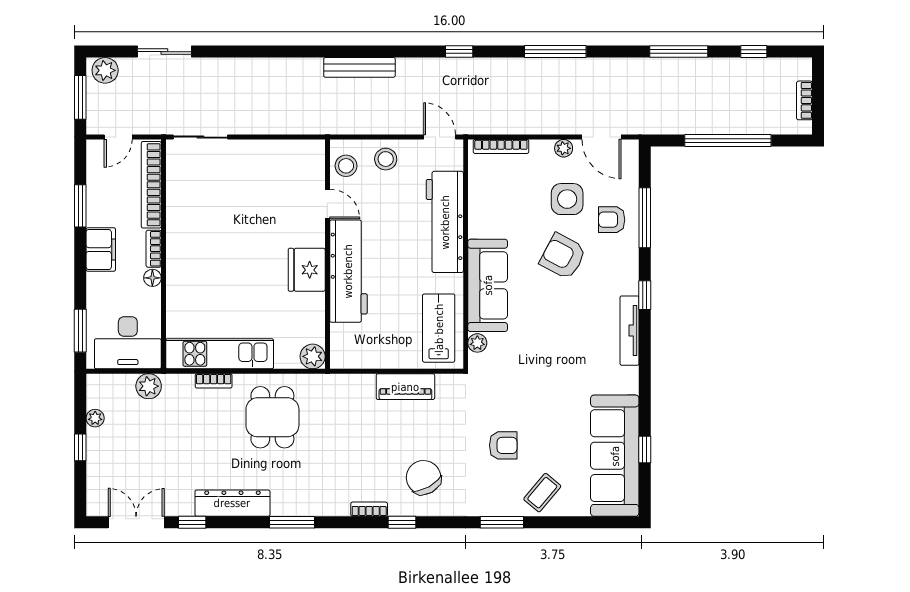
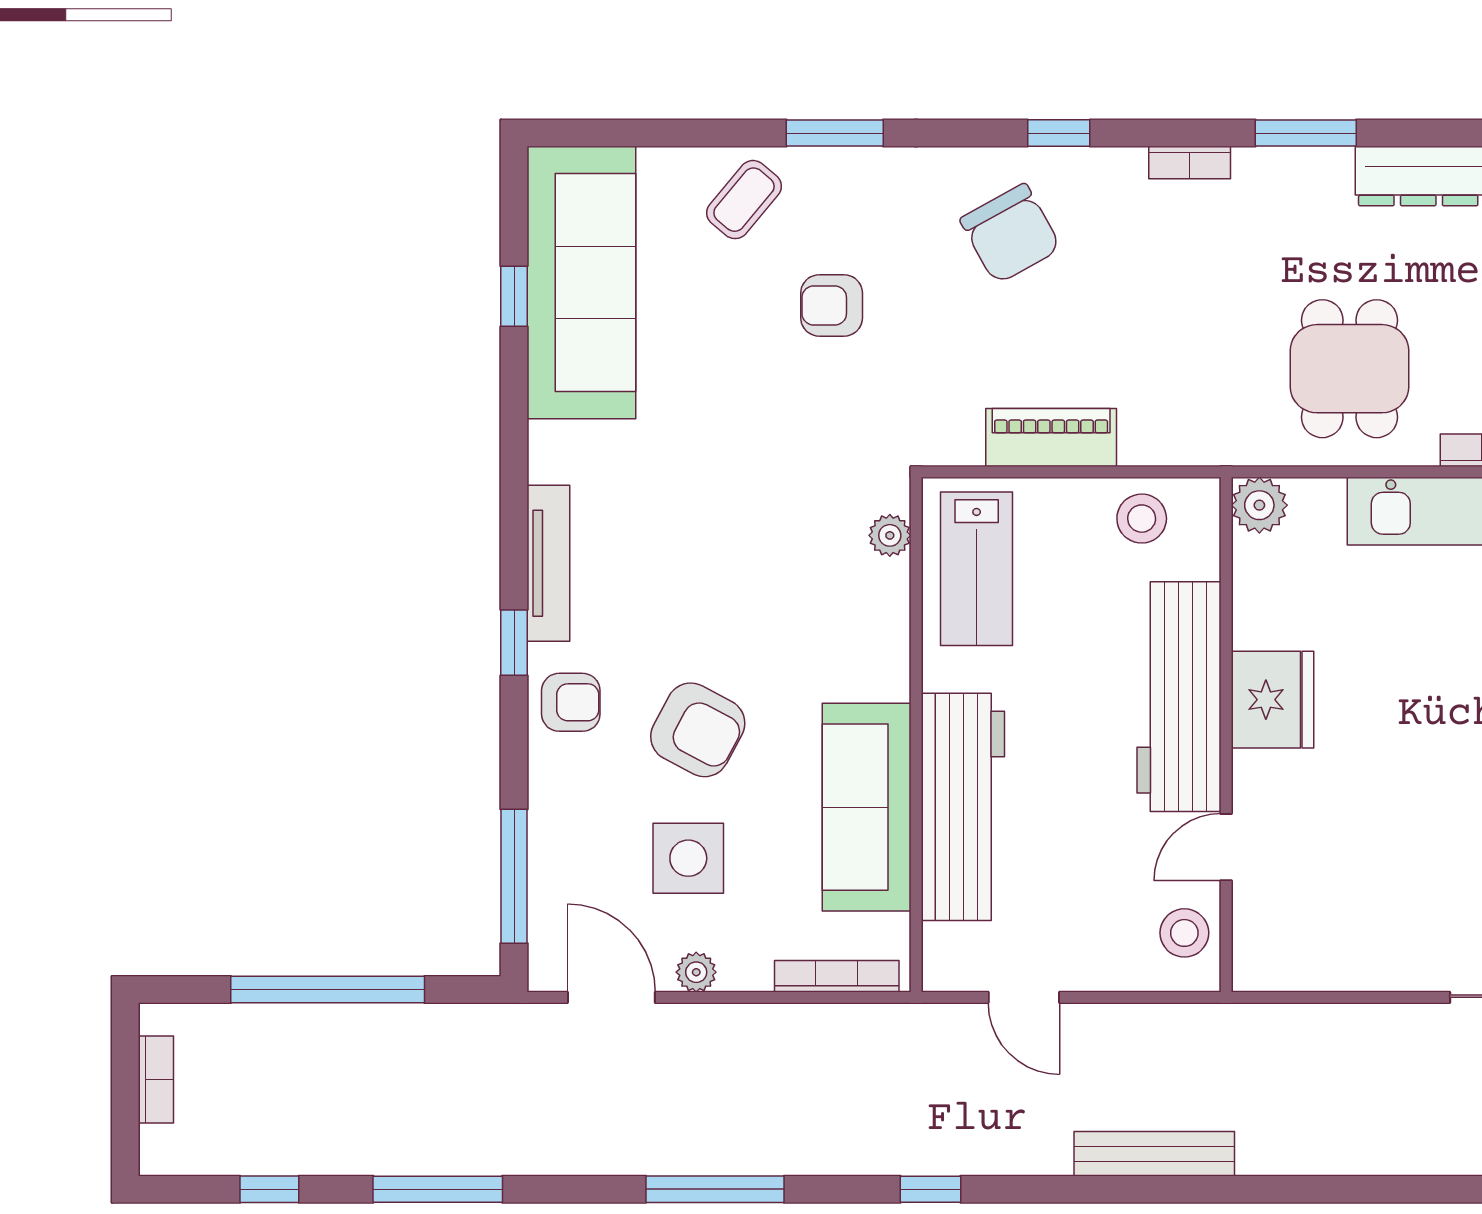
door: (440, 137) -> (1024, 997), moved
stool: (386, 159) -> (1142, 519), moved
door: (327, 204) -> (1226, 847), hinge flipped
window: (645, 218) -> (514, 876), moved
armchair: (612, 220) -> (571, 702), moved
sofa: (488, 285) -> (867, 807), moved
bookcase: (369, 509) -> (1190, 162), moved

